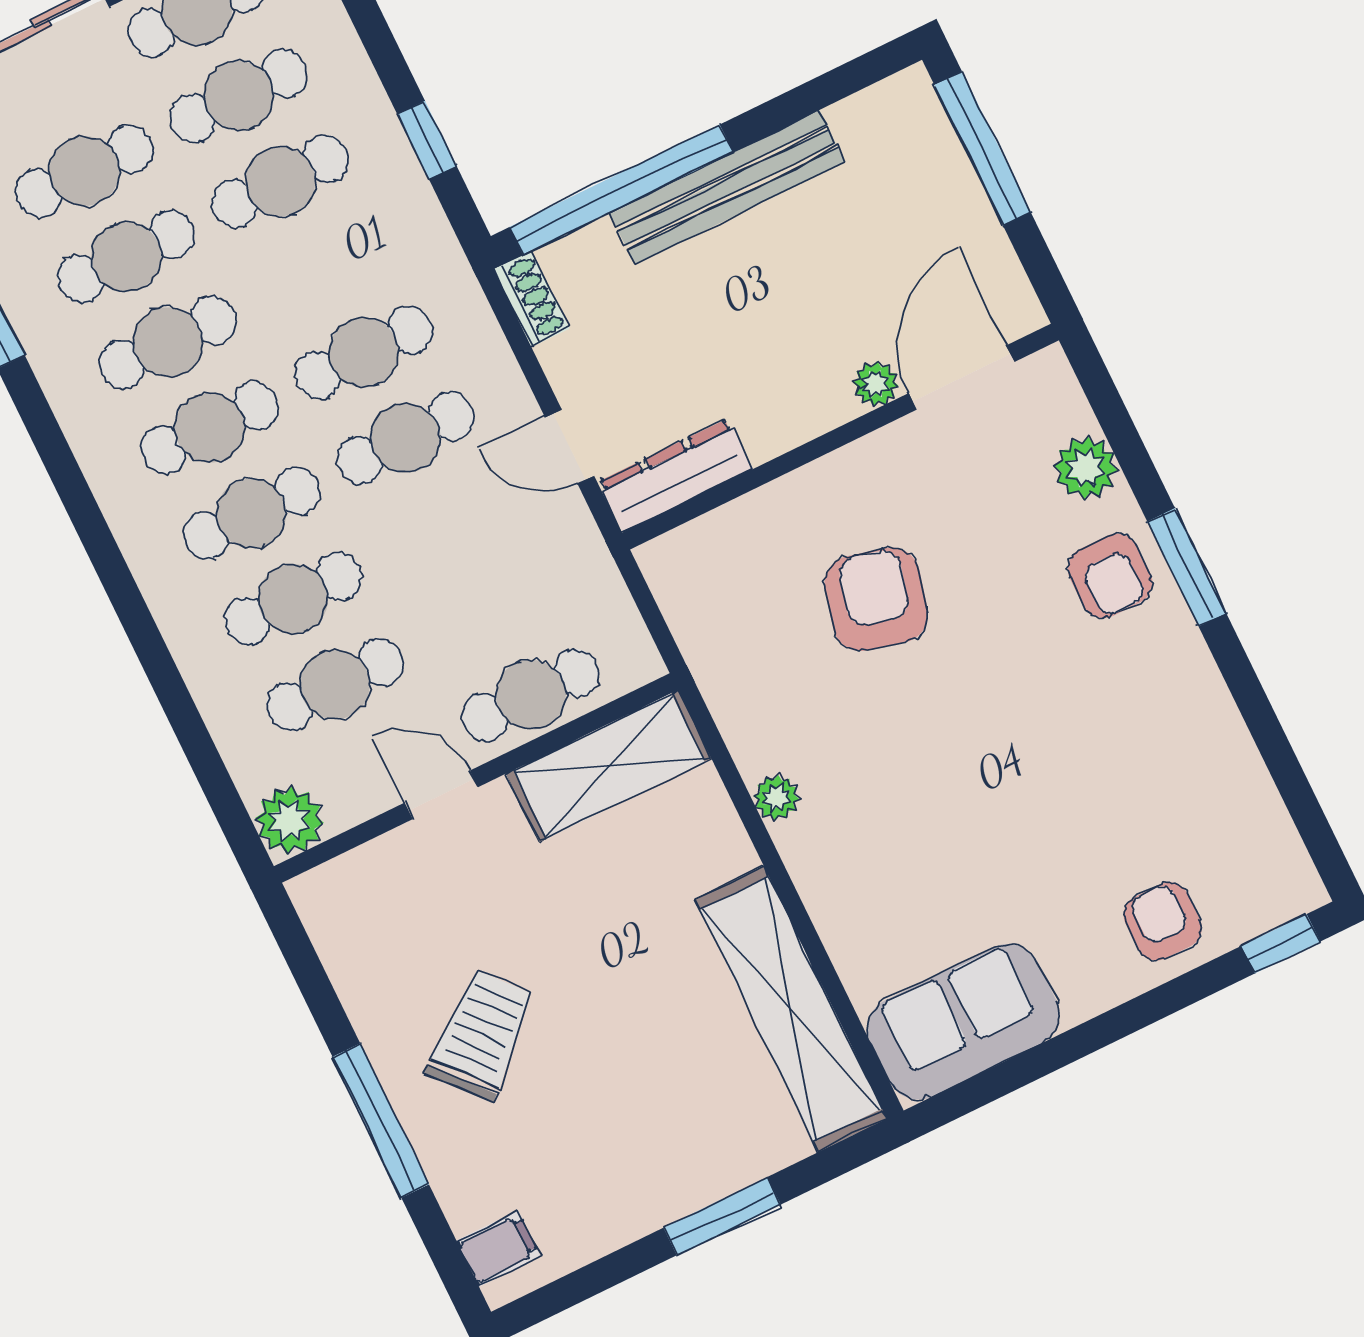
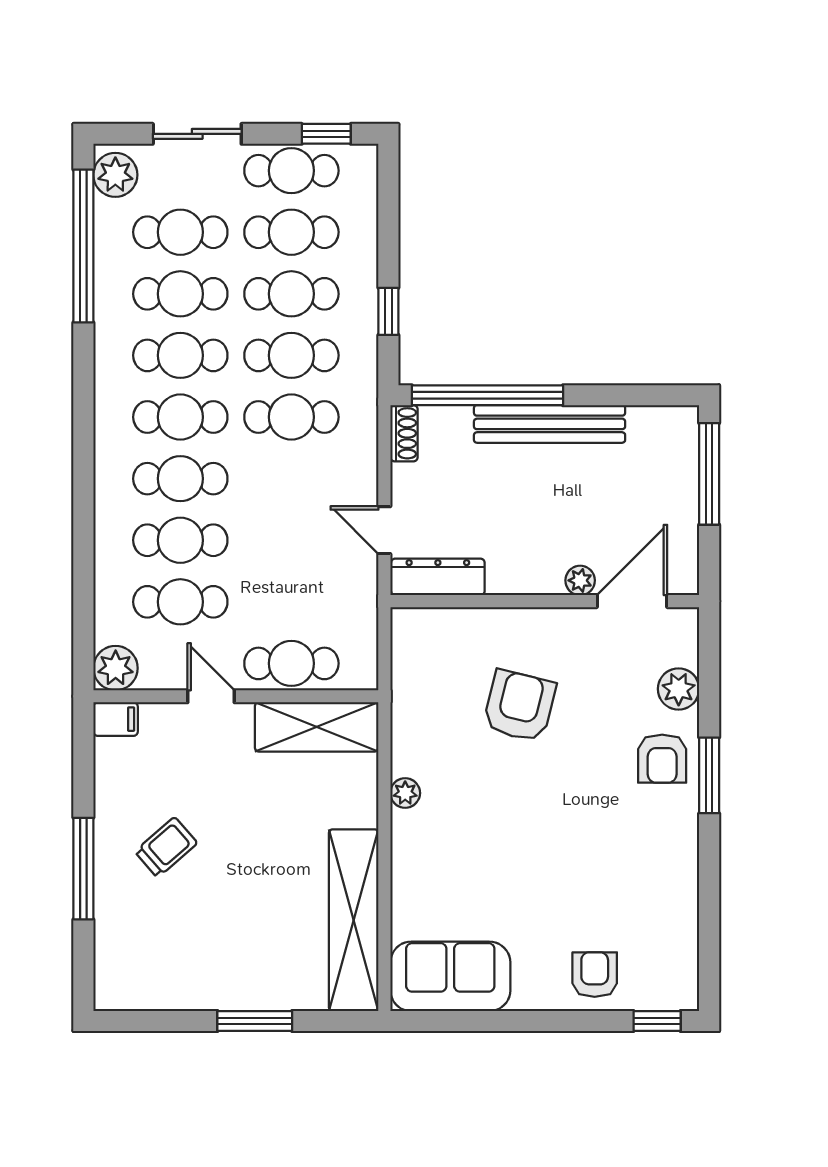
cafe table: (406, 438) -> (291, 355), moved
trolley: (481, 1035) -> (166, 847), width x0.73, depth x0.72
filing cabinet: (499, 1249) -> (116, 719), moved

